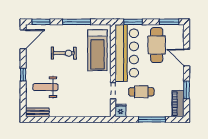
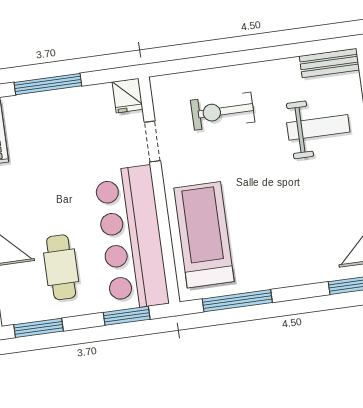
window: (77, 22) -> (237, 301), moved
cafe table: (157, 45) -> (61, 267), width x0.73, depth x0.74
exercise bike: (64, 53) -> (223, 111), moved
cafe table: (141, 92) -> (83, 148), removed

